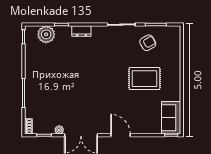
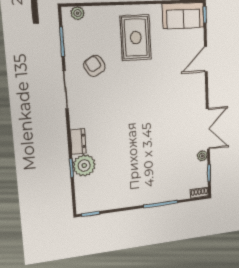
plant: (46, 34) -> (84, 165), moved
plant: (176, 37) -> (78, 13), added
armchair: (148, 43) -> (94, 66), moved
rug: (144, 79) -> (136, 38), moved
door: (121, 135) -> (206, 59), moved

